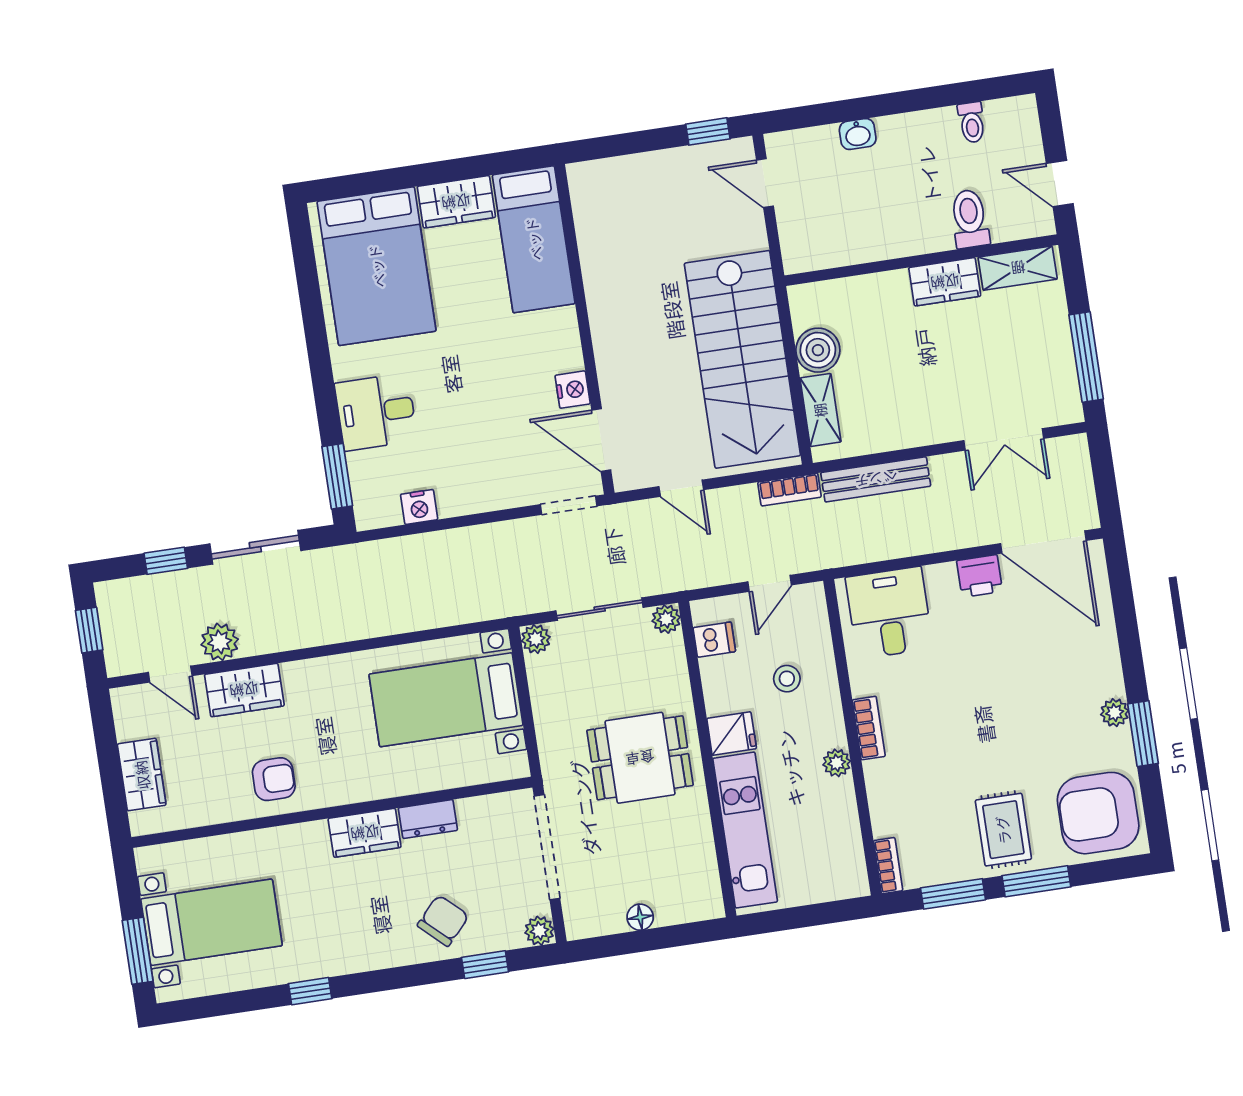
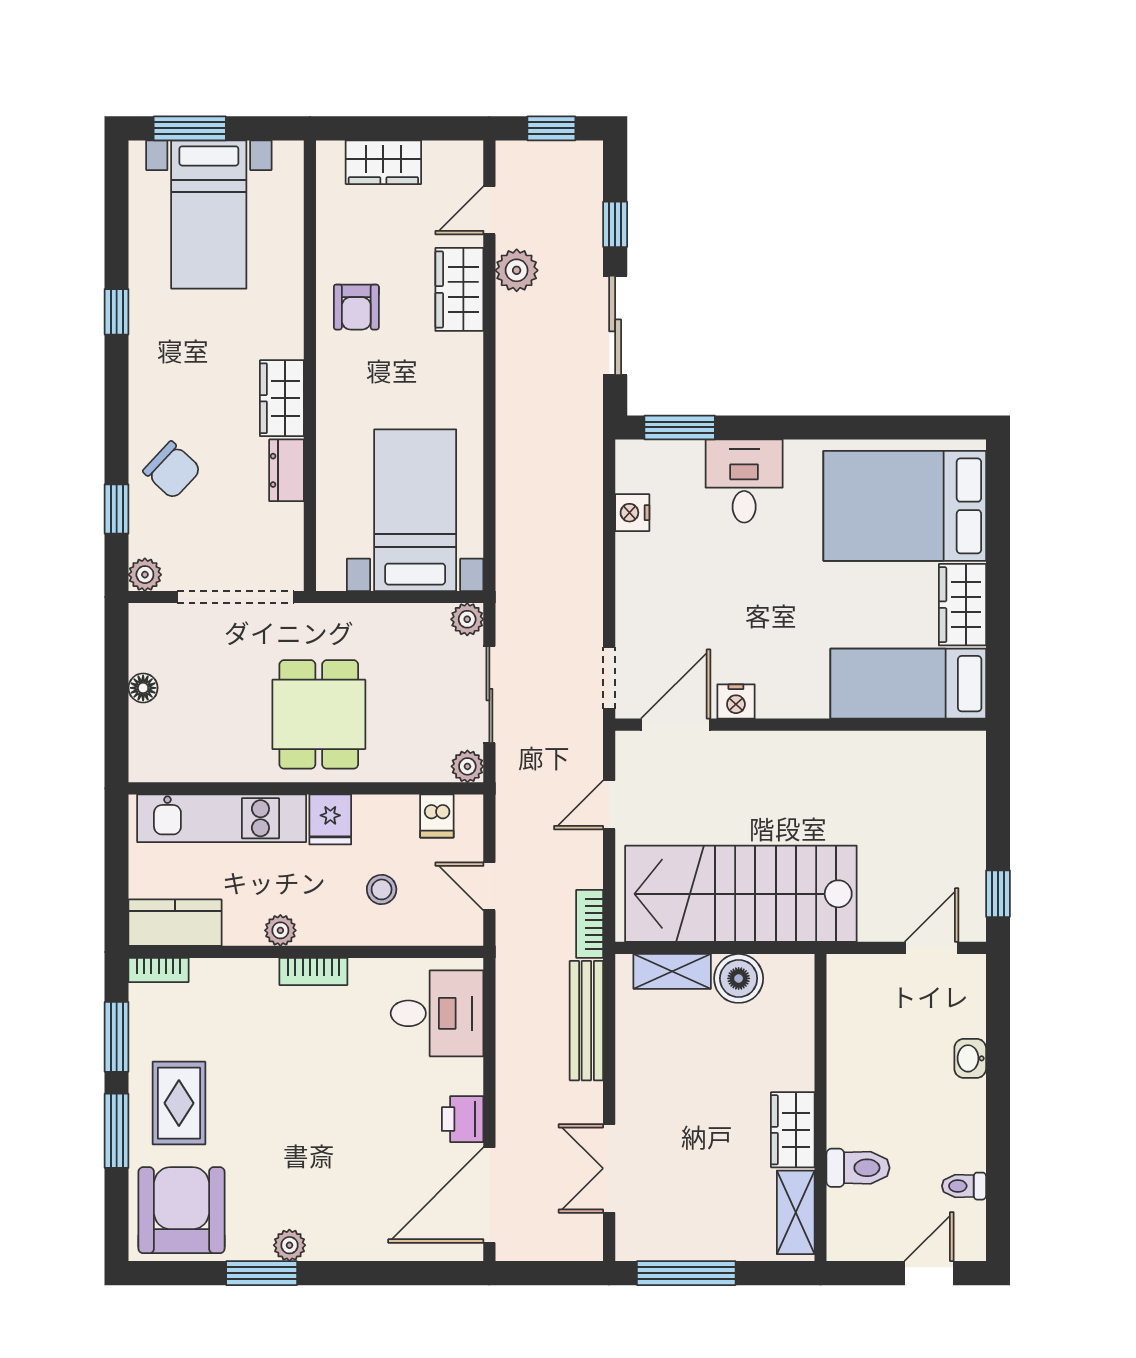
door: (1060, 183) -> (929, 1273), moved
rug: (1003, 830) -> (179, 1103), turned 90
kitchen counter: (844, 857) -> (175, 923), added

